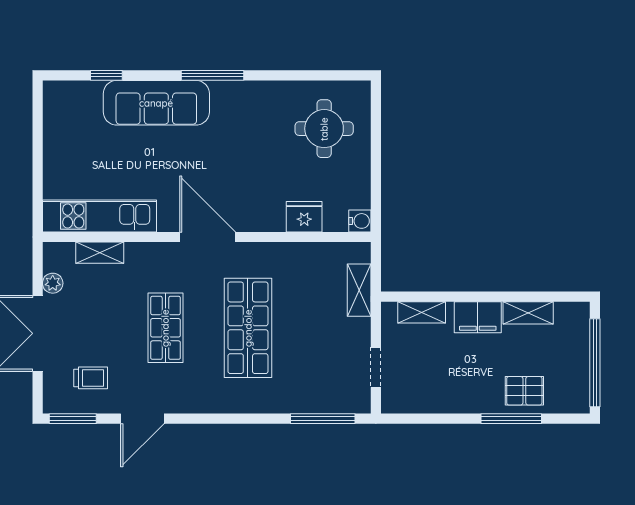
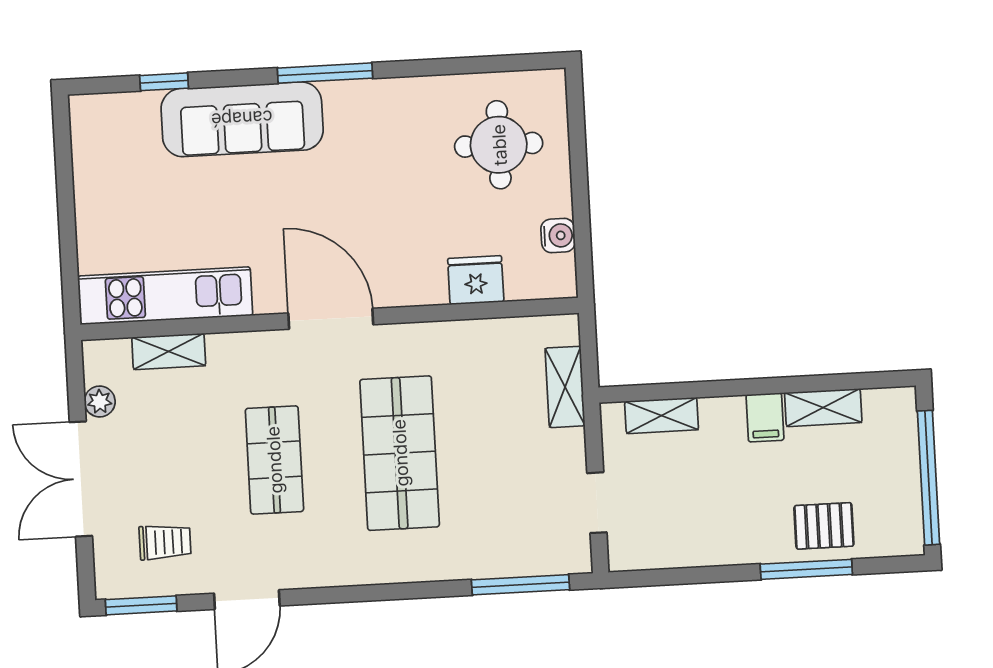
water cooler: (360, 221) -> (558, 236), moved
filing cabinet: (478, 317) -> (765, 417), width x0.50

